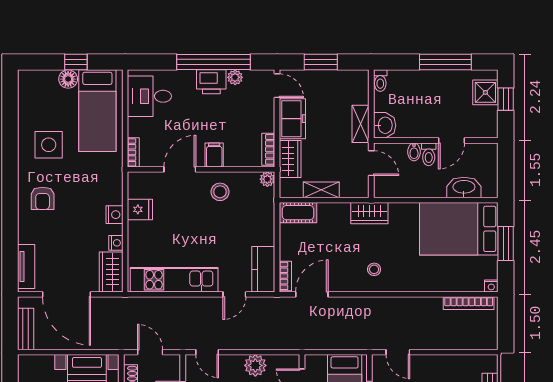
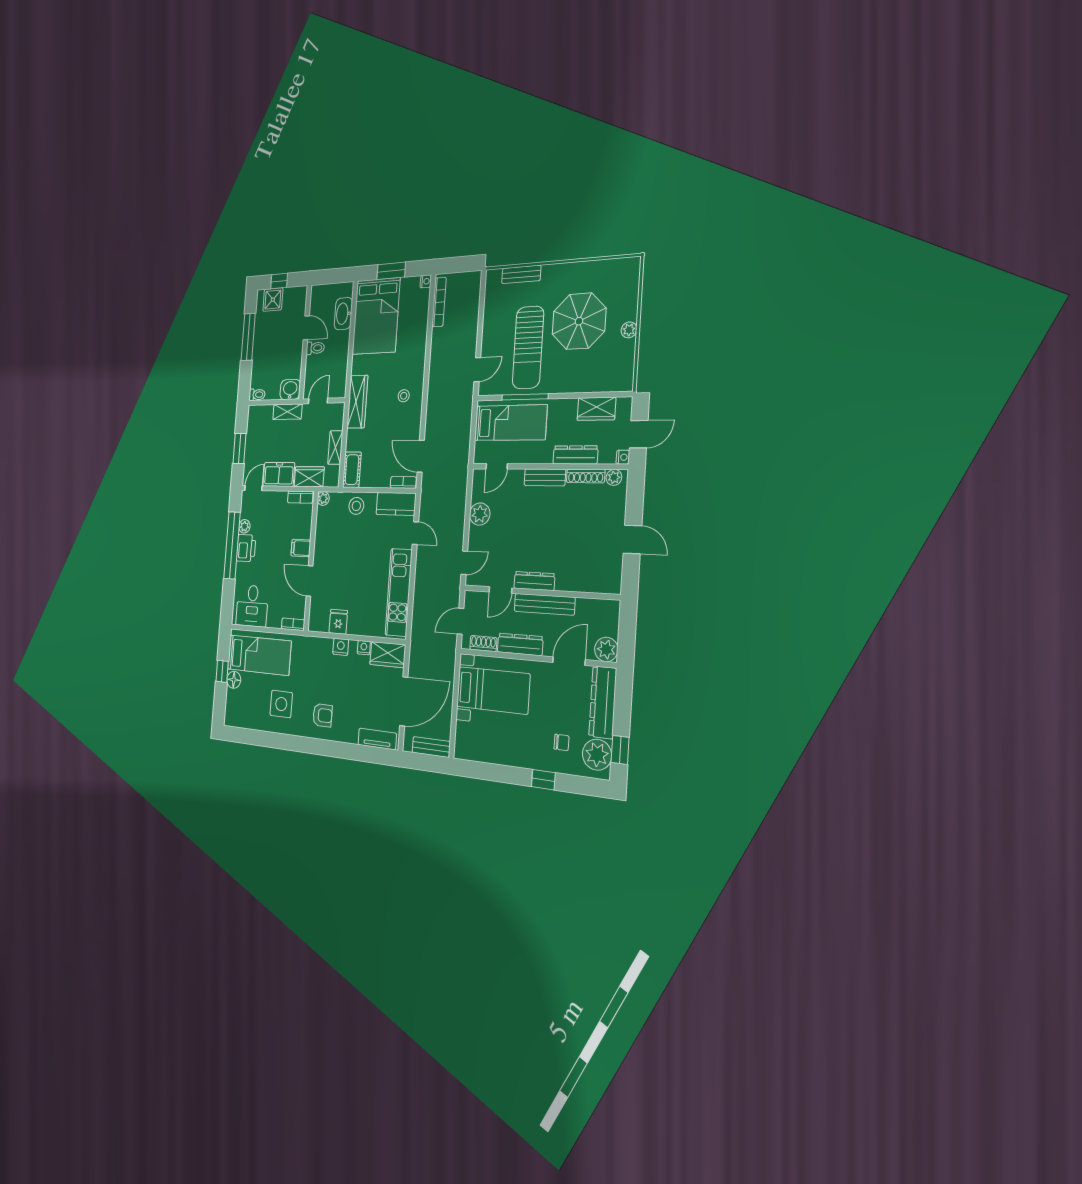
bidet: (414, 152) -> (312, 362), removed
stool: (220, 192) -> (356, 506), moved
wardrobe: (369, 213) -> (357, 402), width x1.50

